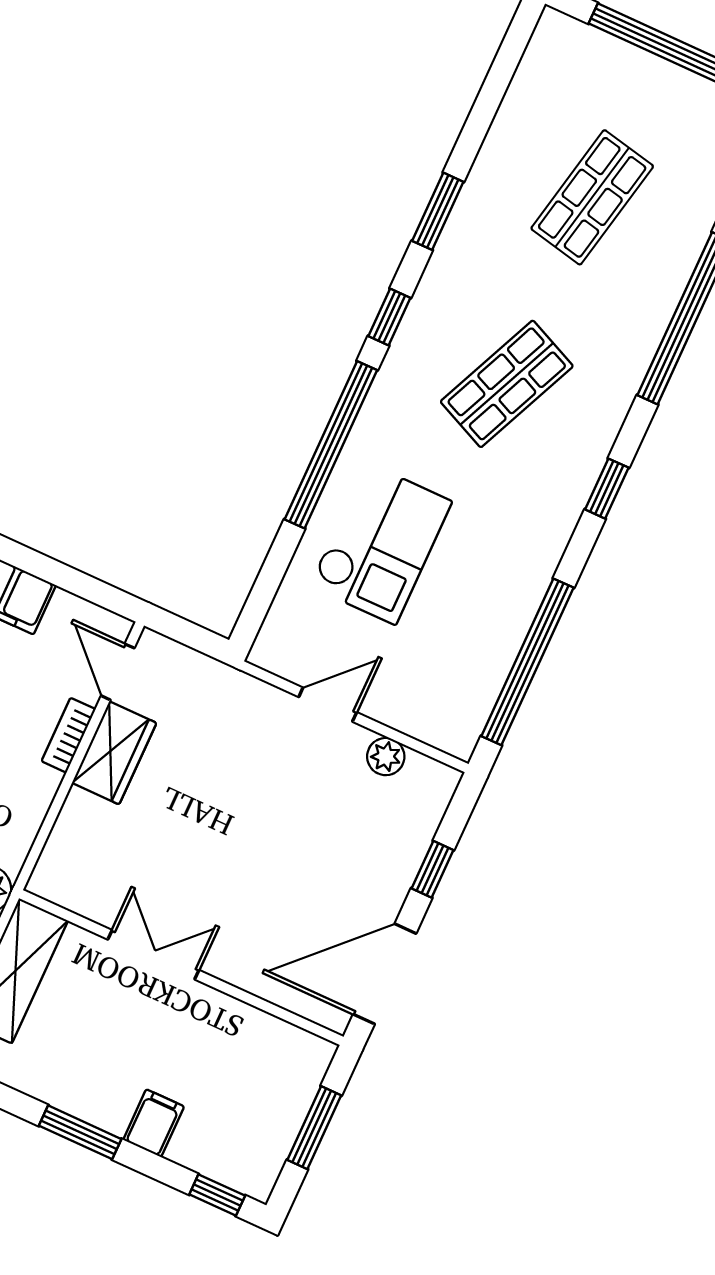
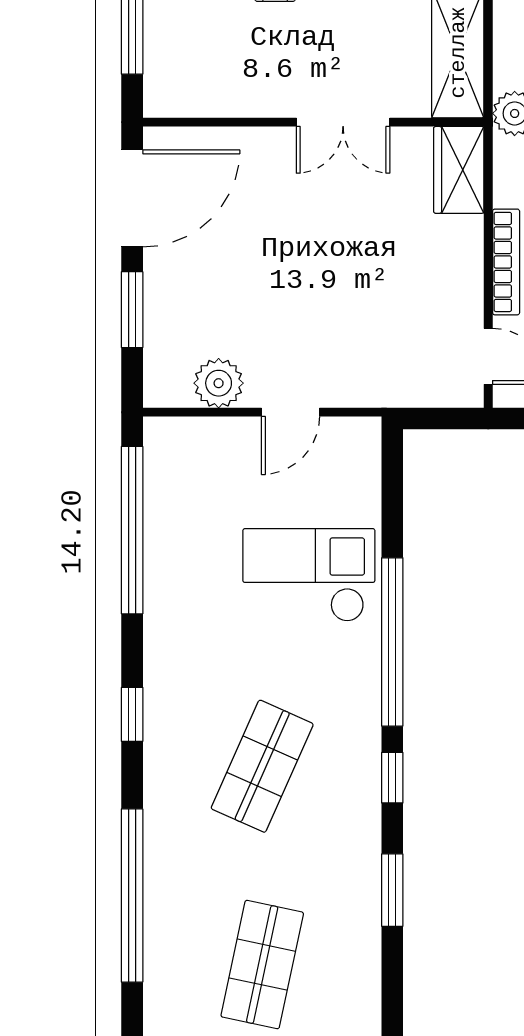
checkout: (381, 544) -> (309, 575), turned 90
bookcase: (69, 735) -> (506, 262), width x1.56
wardrobe: (114, 753) -> (459, 170), moved
plant: (386, 757) -> (219, 383), width x1.38, depth x1.38
window: (433, 869) -> (132, 310), width x1.50

